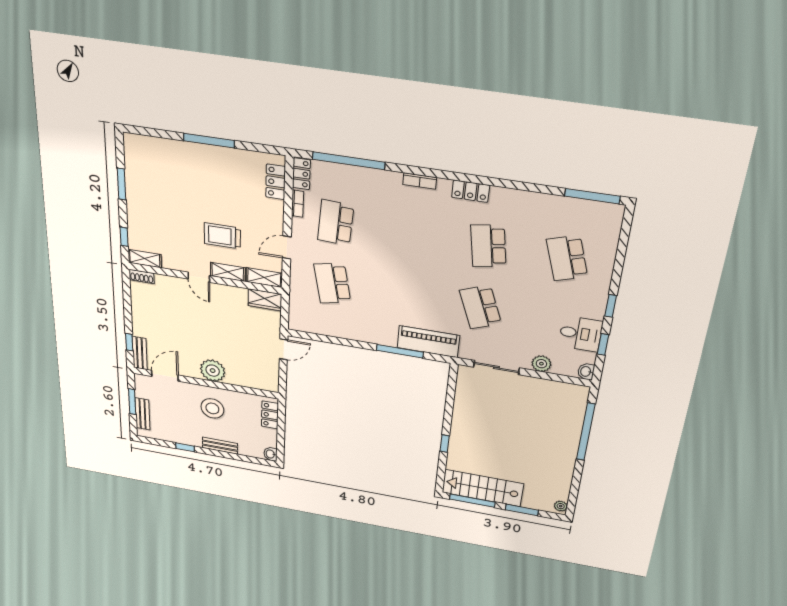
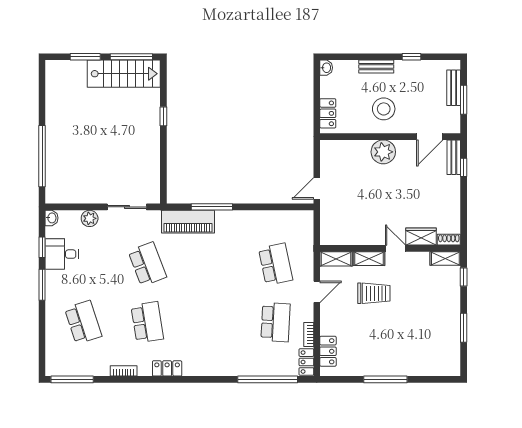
bookcase: (420, 181) -> (124, 371), moved
wardrobe: (265, 300) -> (421, 237), moved
window: (611, 306) -> (42, 285), width x1.50
plant: (561, 506) -> (51, 69), removed

